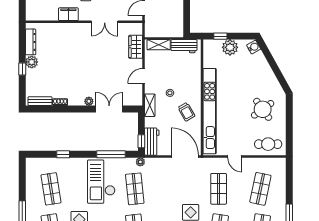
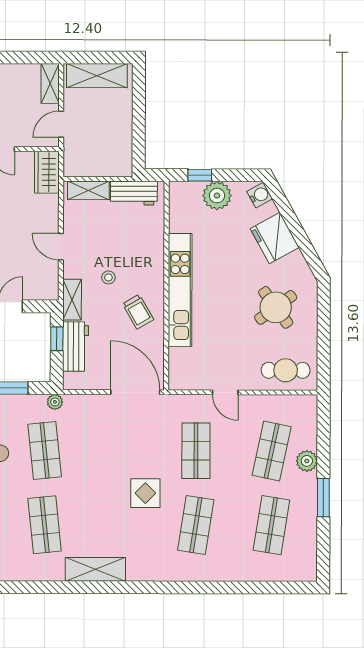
wardrobe: (136, 47) -> (47, 172), moved
fridge: (262, 71) -> (275, 238), added
door: (144, 76) -> (61, 247), hinge flipped
kitchen unit: (210, 111) -> (180, 290), width x0.73
window: (141, 141) -> (57, 339), moved
workbench: (152, 142) -> (76, 347), moved
plant: (280, 194) -> (307, 461), added

